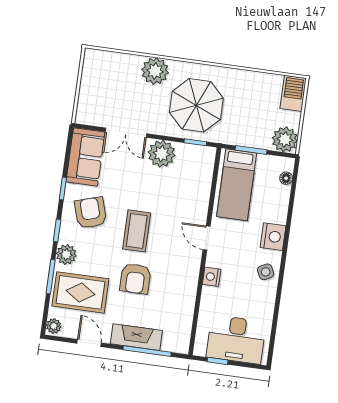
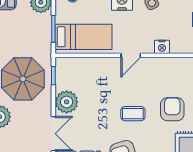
coffee table: (137, 231) -> (133, 114), width x0.73, depth x0.77
armchair: (135, 279) -> (172, 109), turned -90

